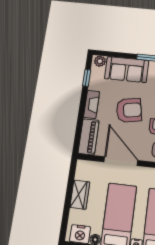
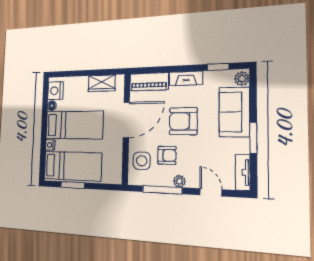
armchair: (129, 110) -> (183, 121), turned 100
wardrobe: (80, 195) -> (102, 83), moved

